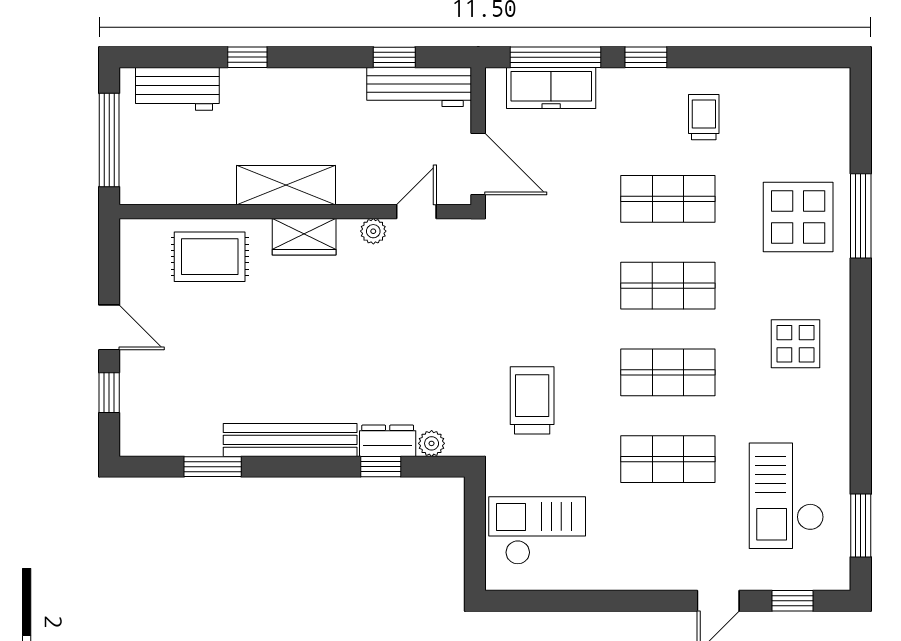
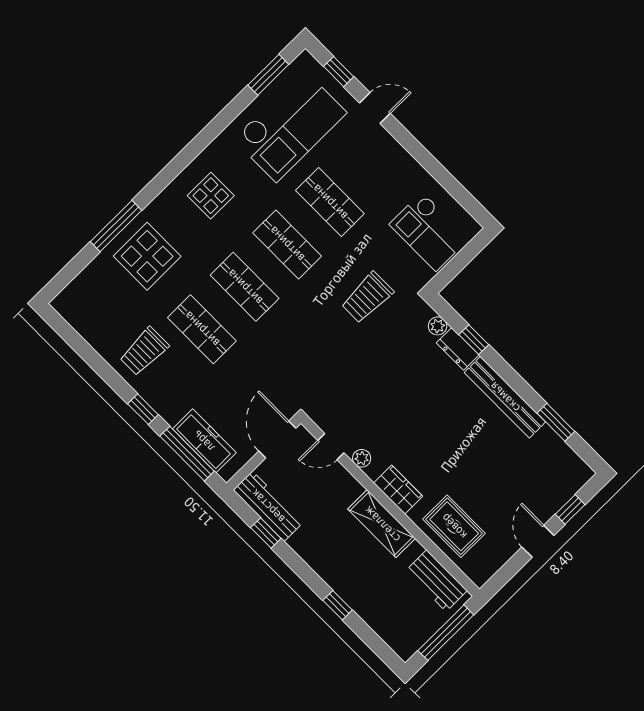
workbench: (177, 89) -> (436, 581), moved, turned 180
trolley: (704, 117) -> (144, 351), width x1.36, depth x1.39
checkout: (786, 496) -> (290, 126), width x1.36, depth x1.21

